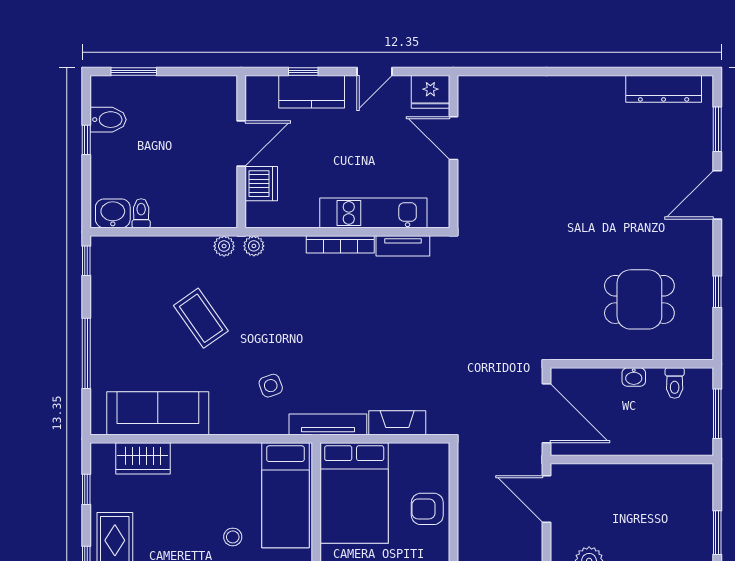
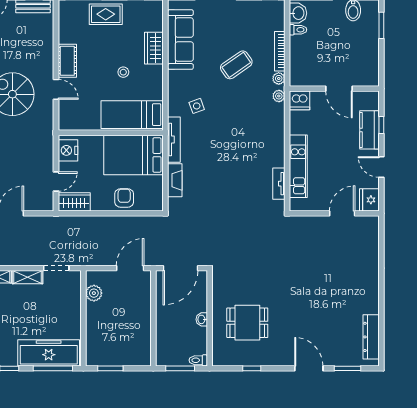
dishwasher: (261, 184) -> (299, 100), moved
bookcase: (340, 244) -> (280, 51), moved
dining table: (639, 299) -> (247, 323), turned 90
toilet: (675, 383) -> (198, 360), moved
wardrobe: (143, 458) -> (154, 48), moved
stool: (233, 537) -> (123, 72), moved

